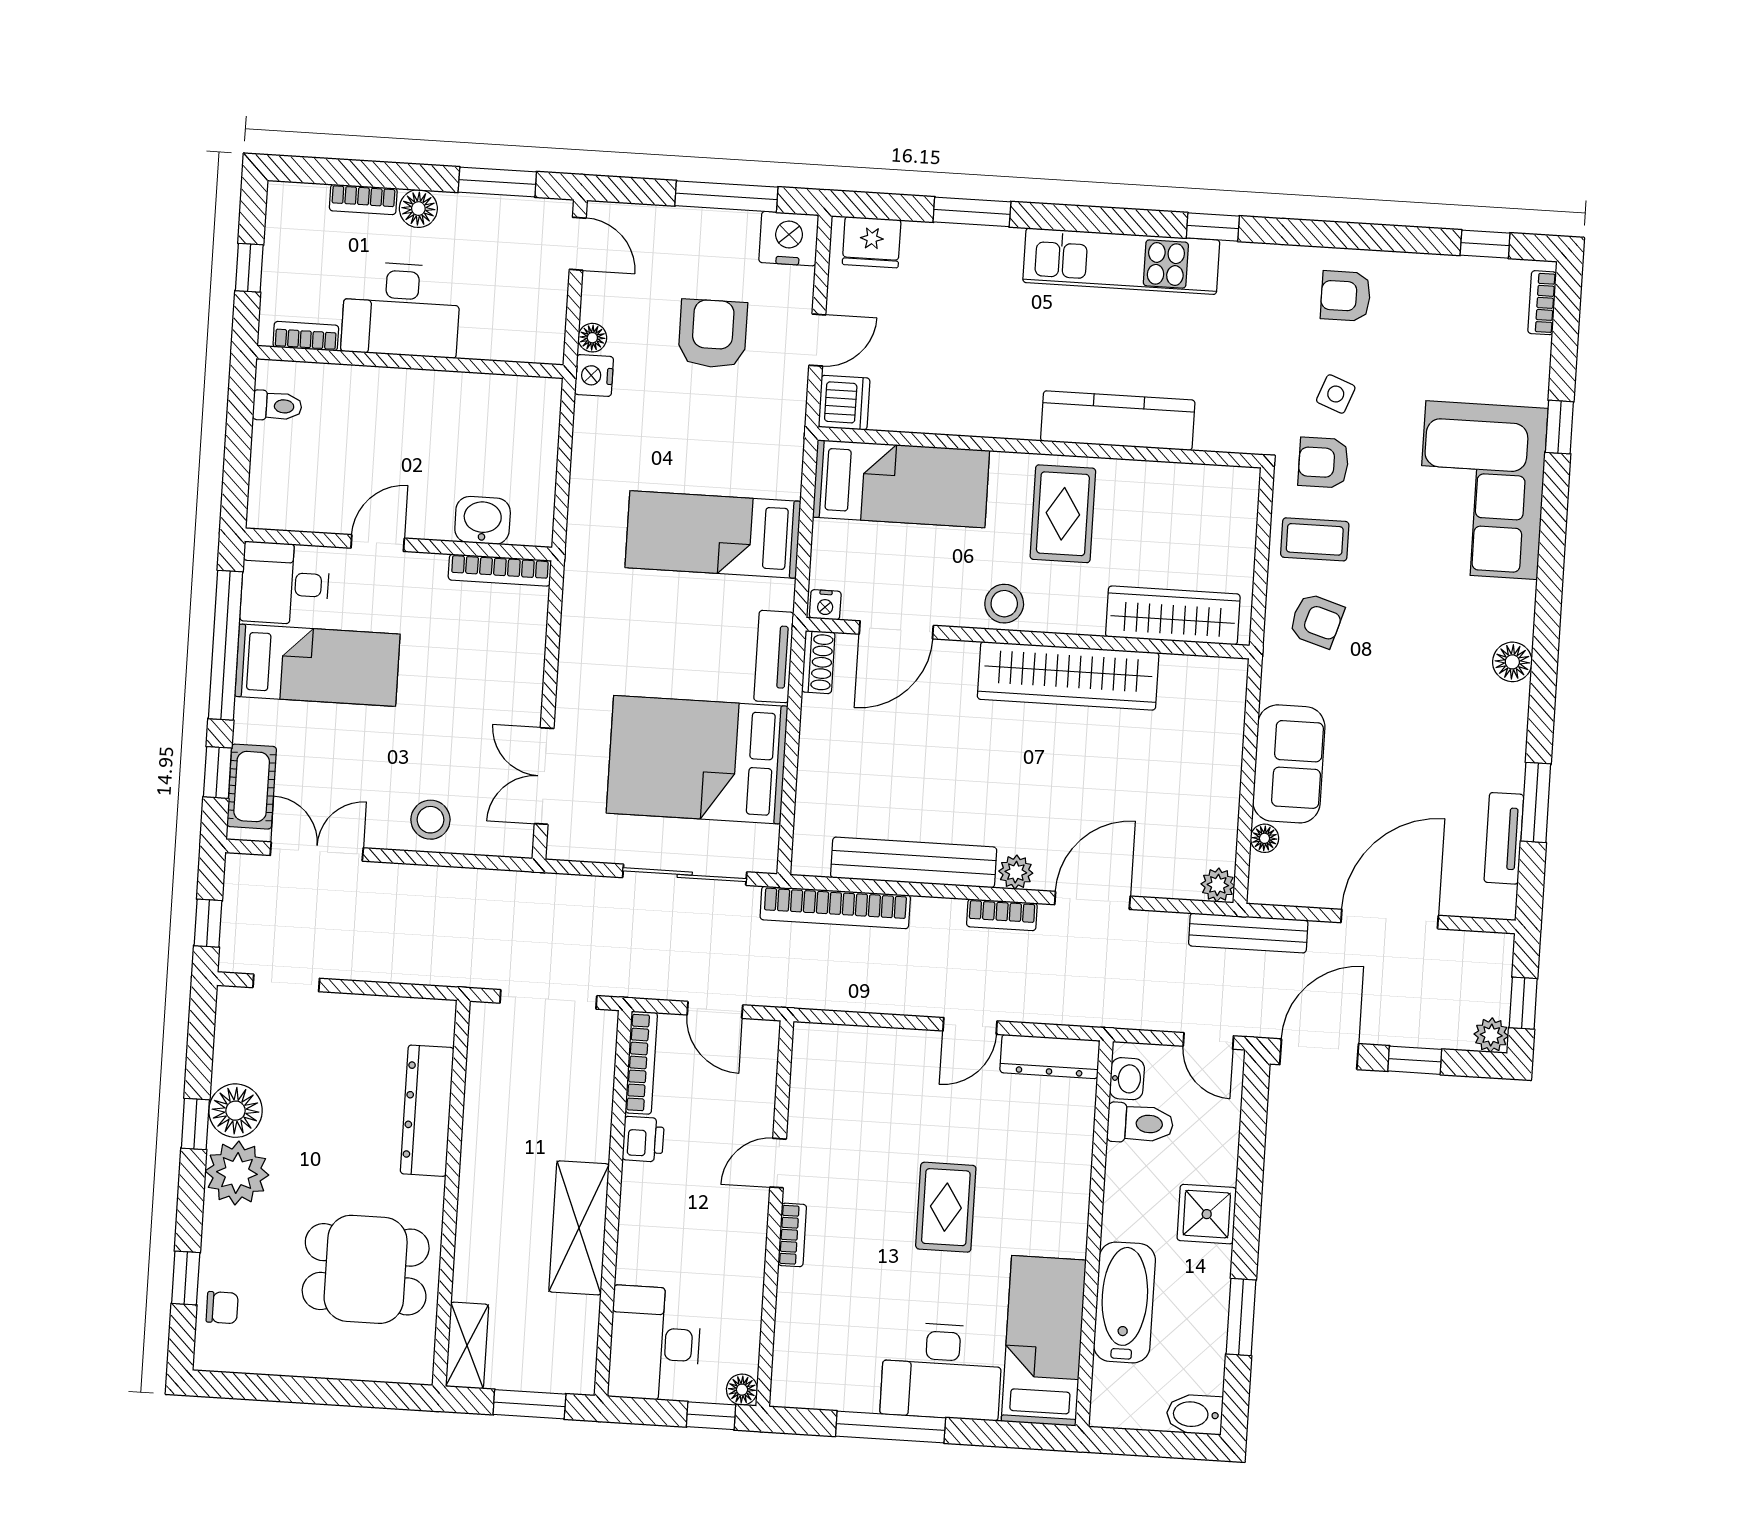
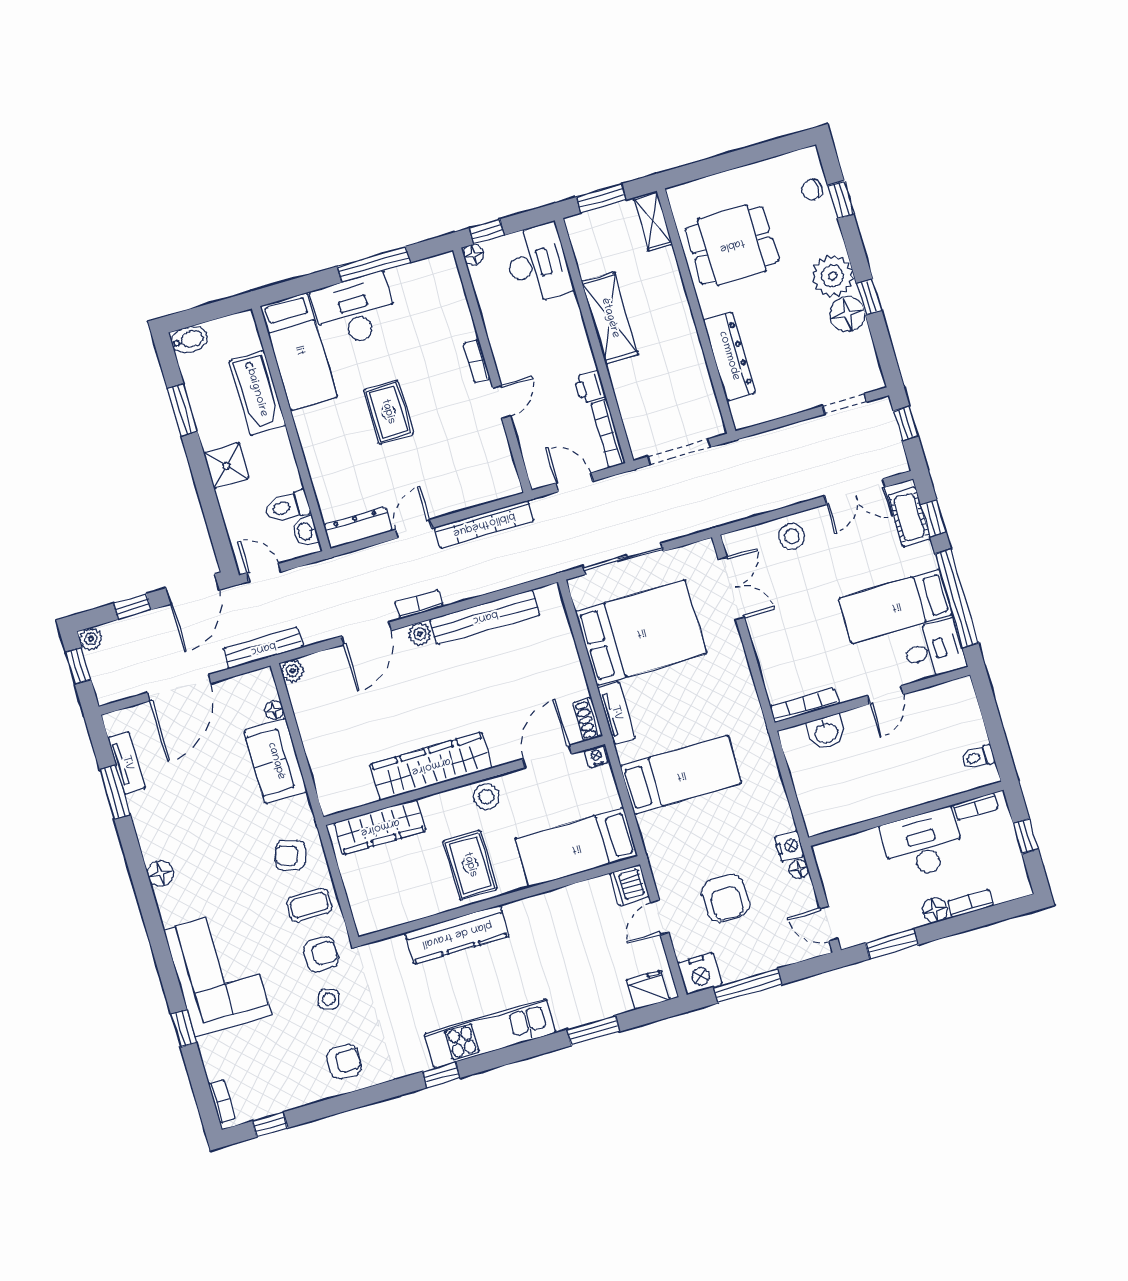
bookcase: (835, 907) -> (484, 524), moved, turned 180

